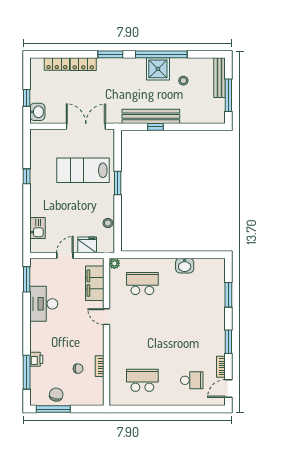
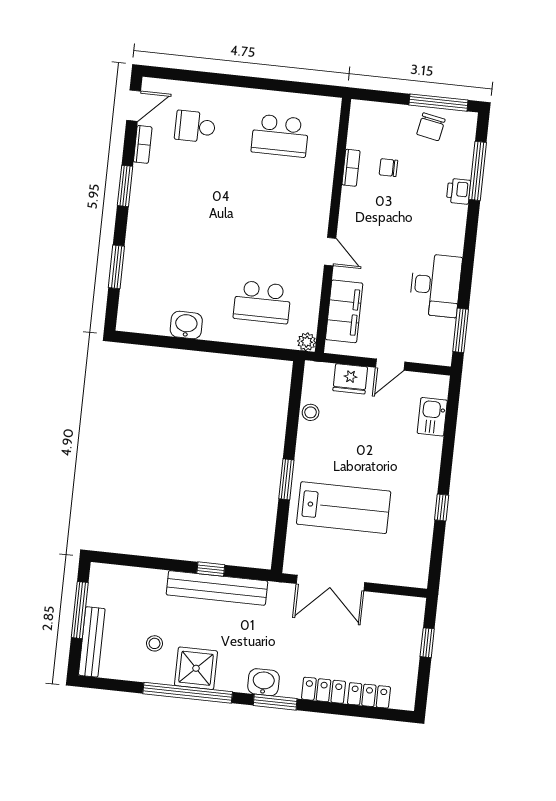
washbasin: (37, 112) -> (264, 682), moved, turned 90

